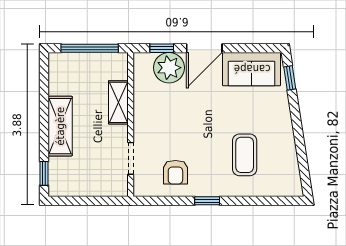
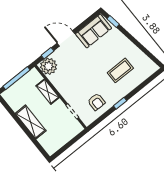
door: (204, 48) -> (66, 38), swing flipped
plant: (169, 68) -> (49, 66), moved
coffee table: (245, 155) -> (120, 70), turned 90
window: (44, 173) -> (40, 148), removed

